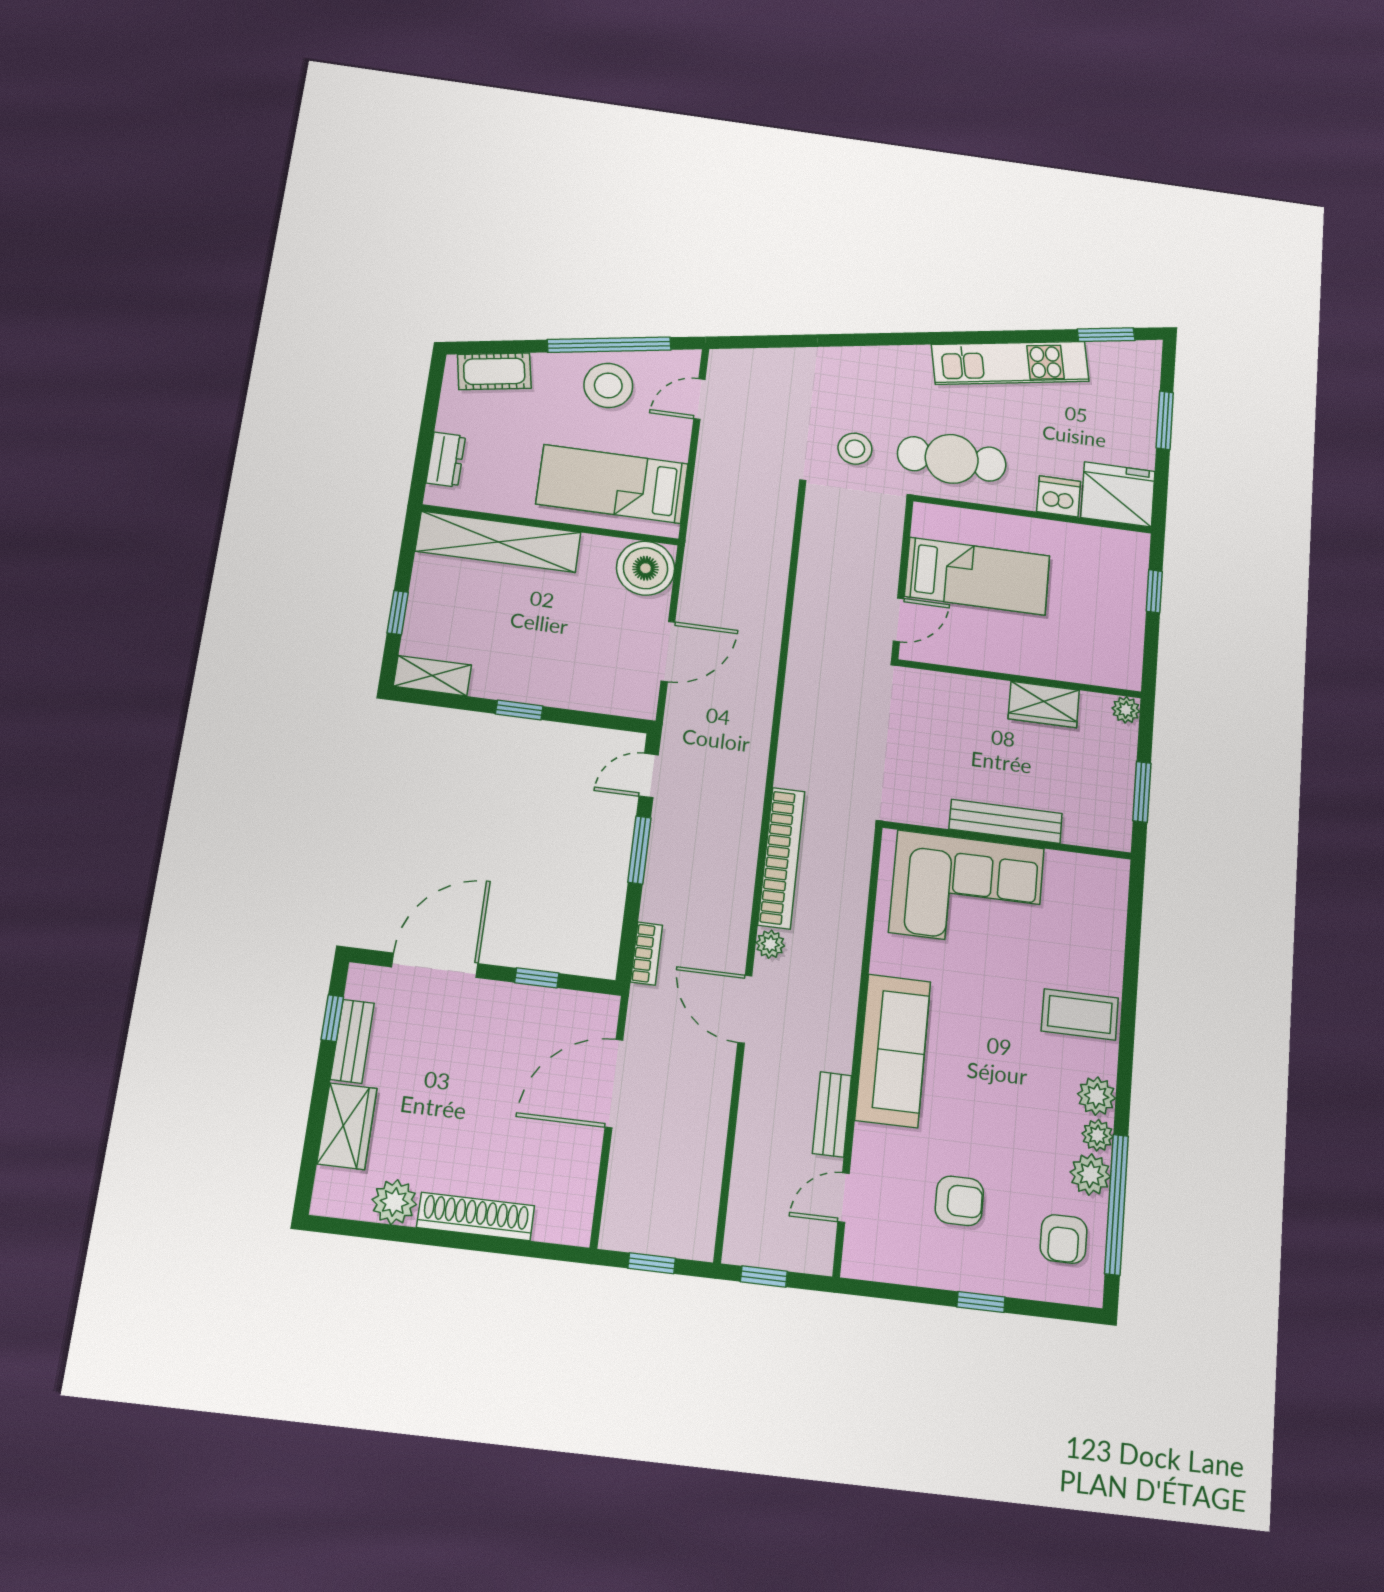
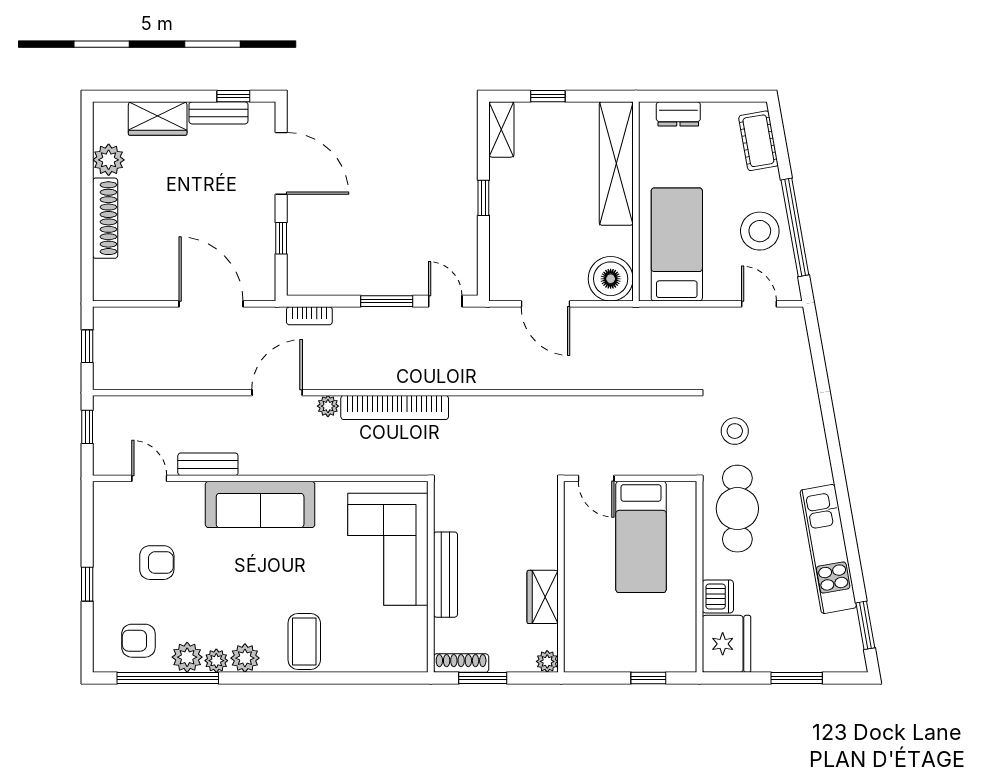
shoe rack: (1121, 816) -> (461, 663), added
armchair: (959, 1201) -> (157, 563), turned -90

